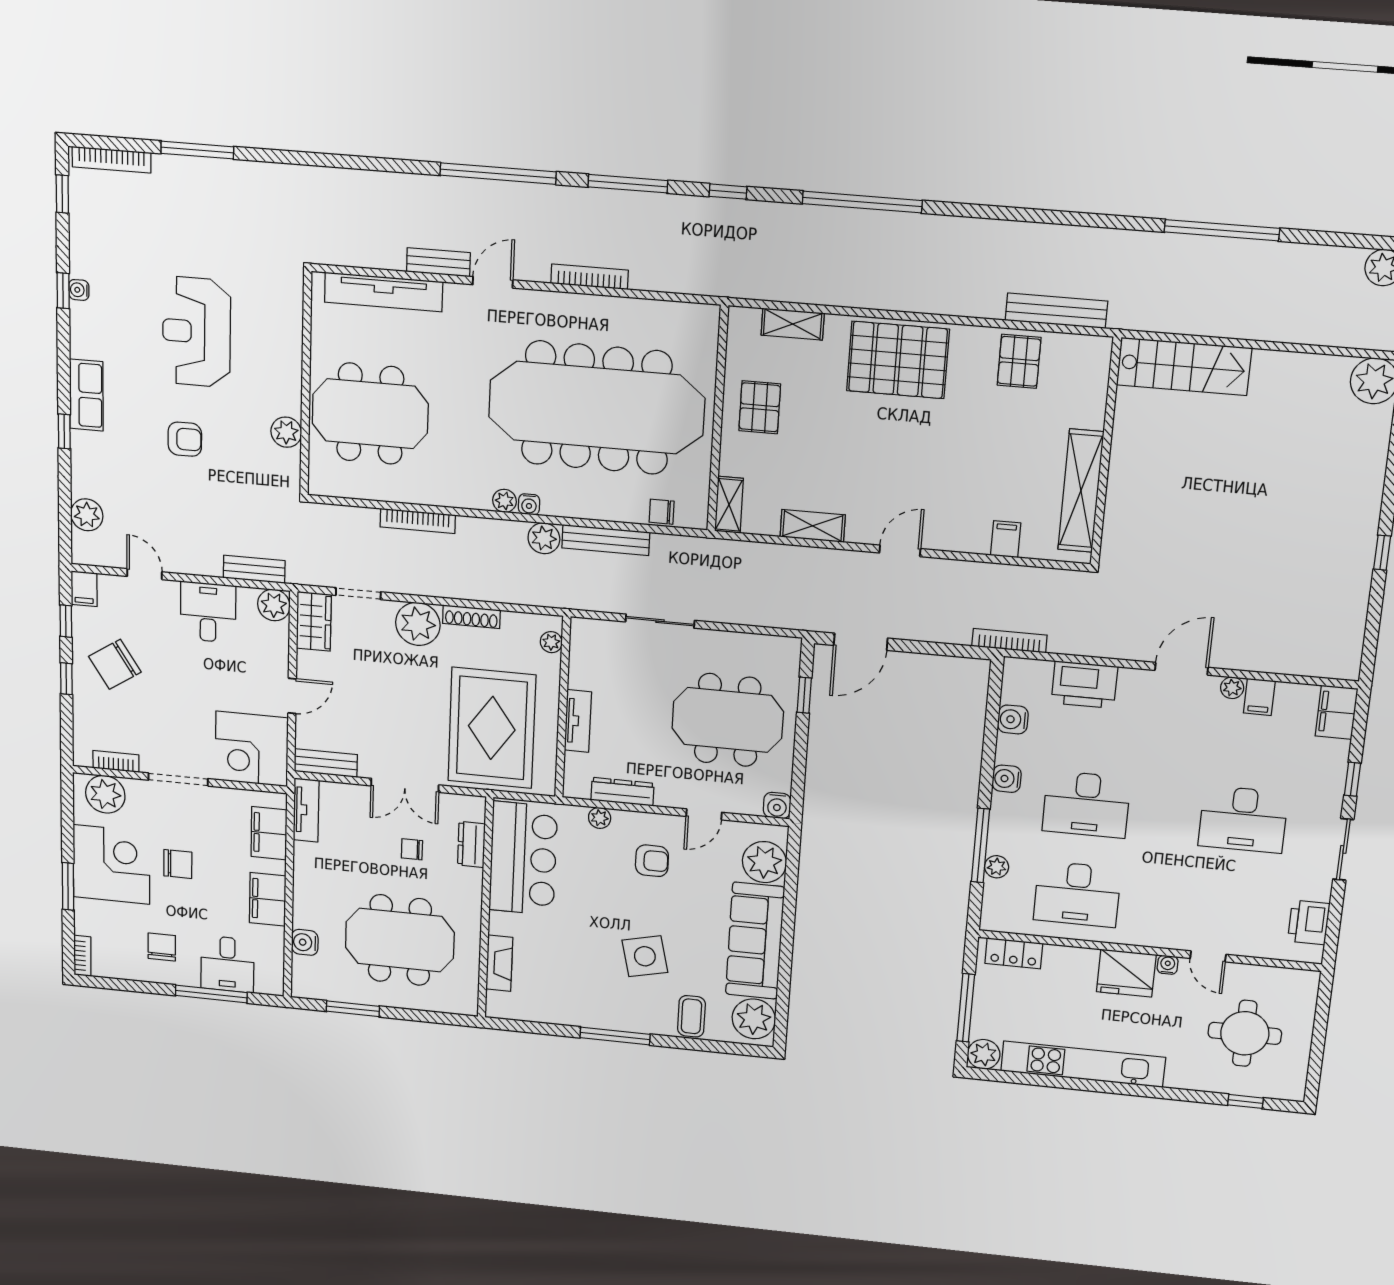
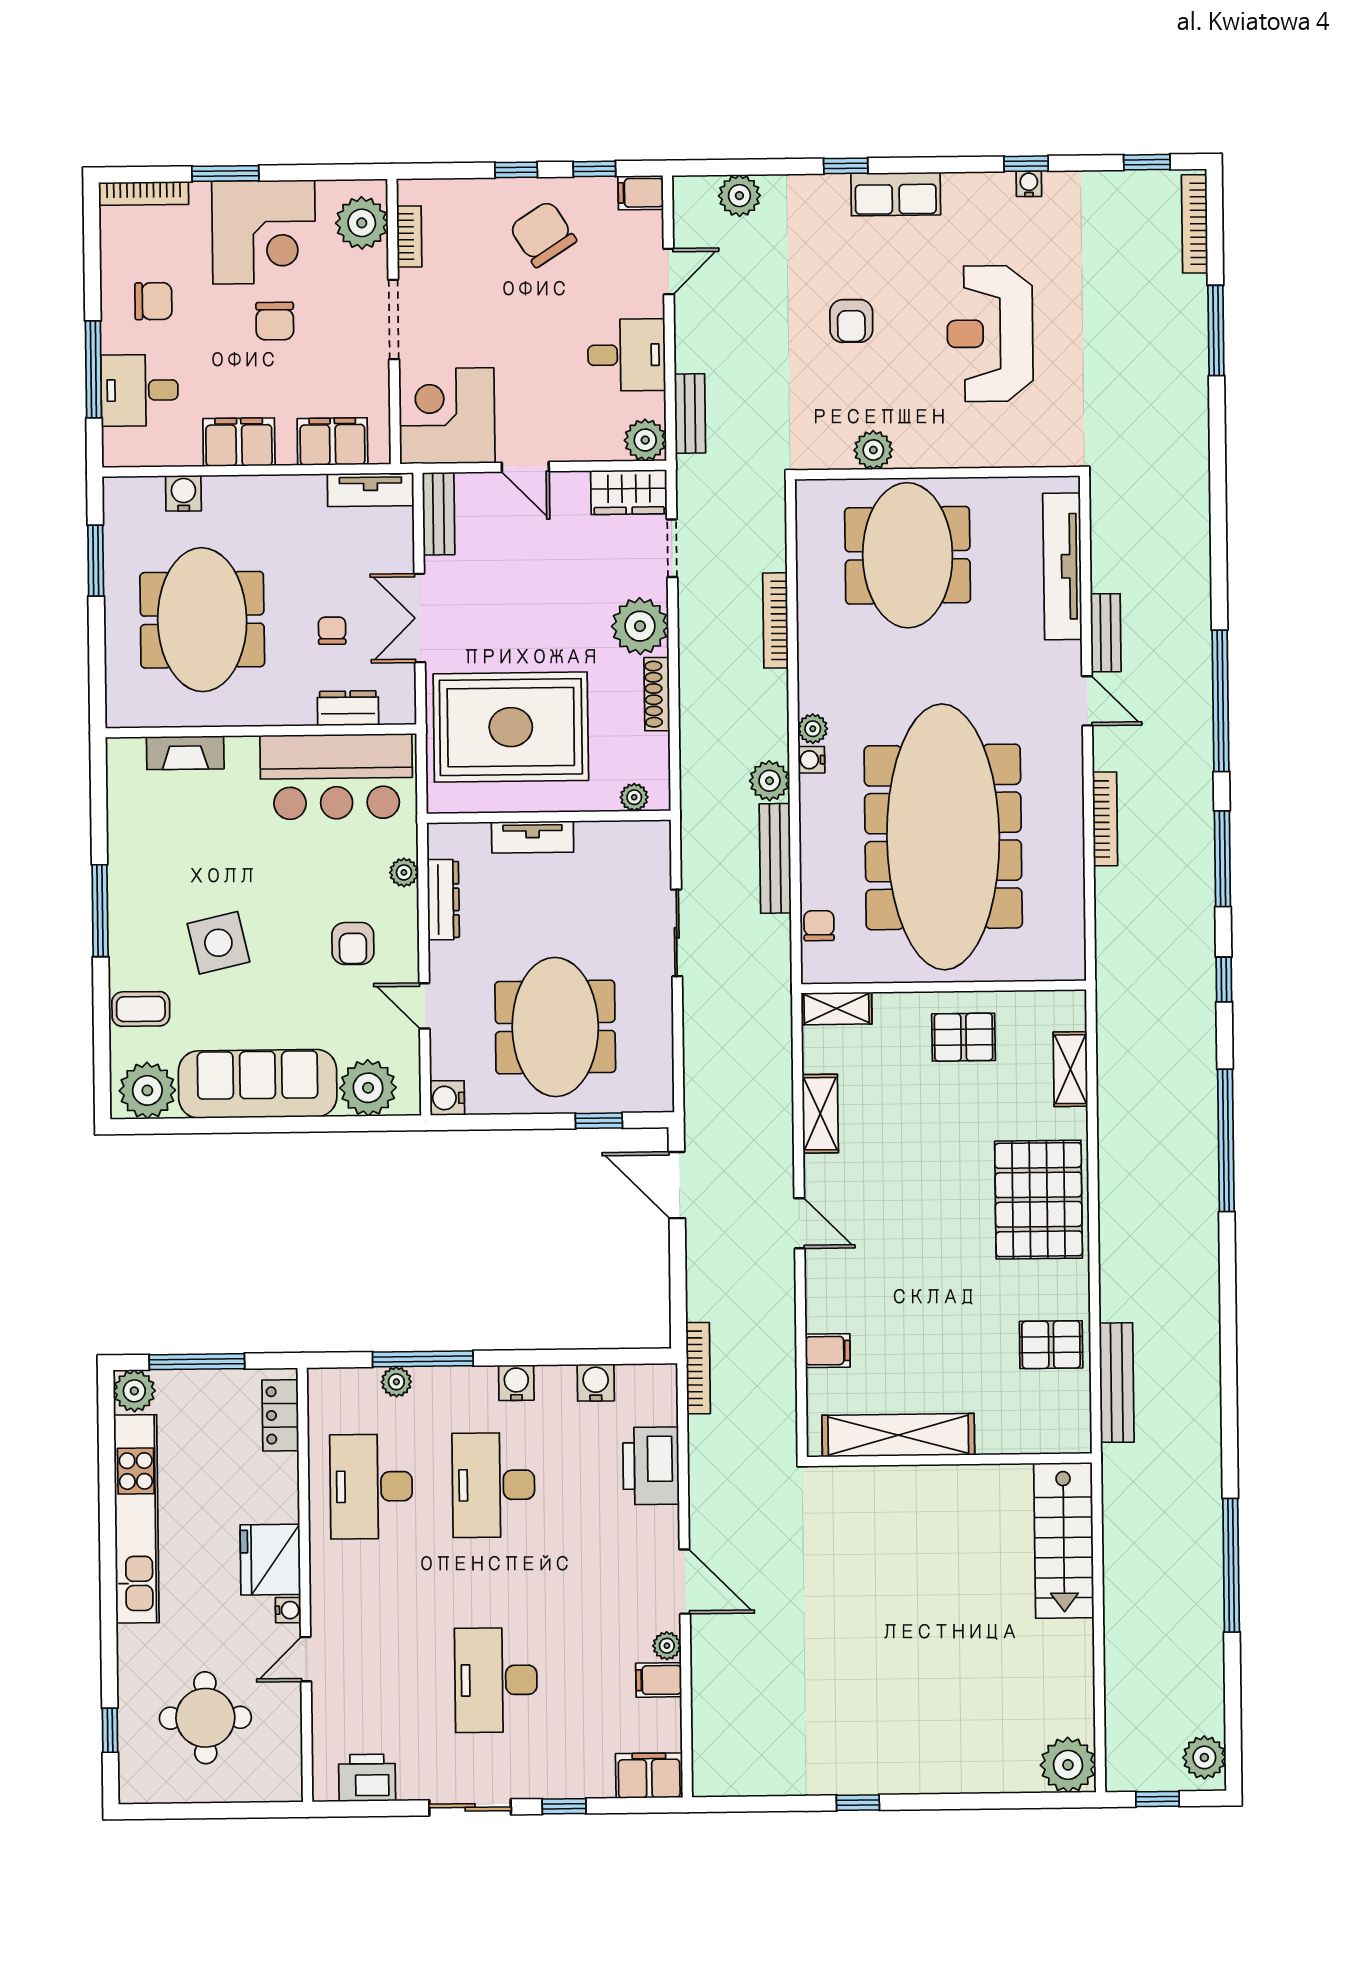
reception desk: (197, 332) -> (990, 334), turned -90
bookcase: (82, 956) -> (144, 193), width x1.56

